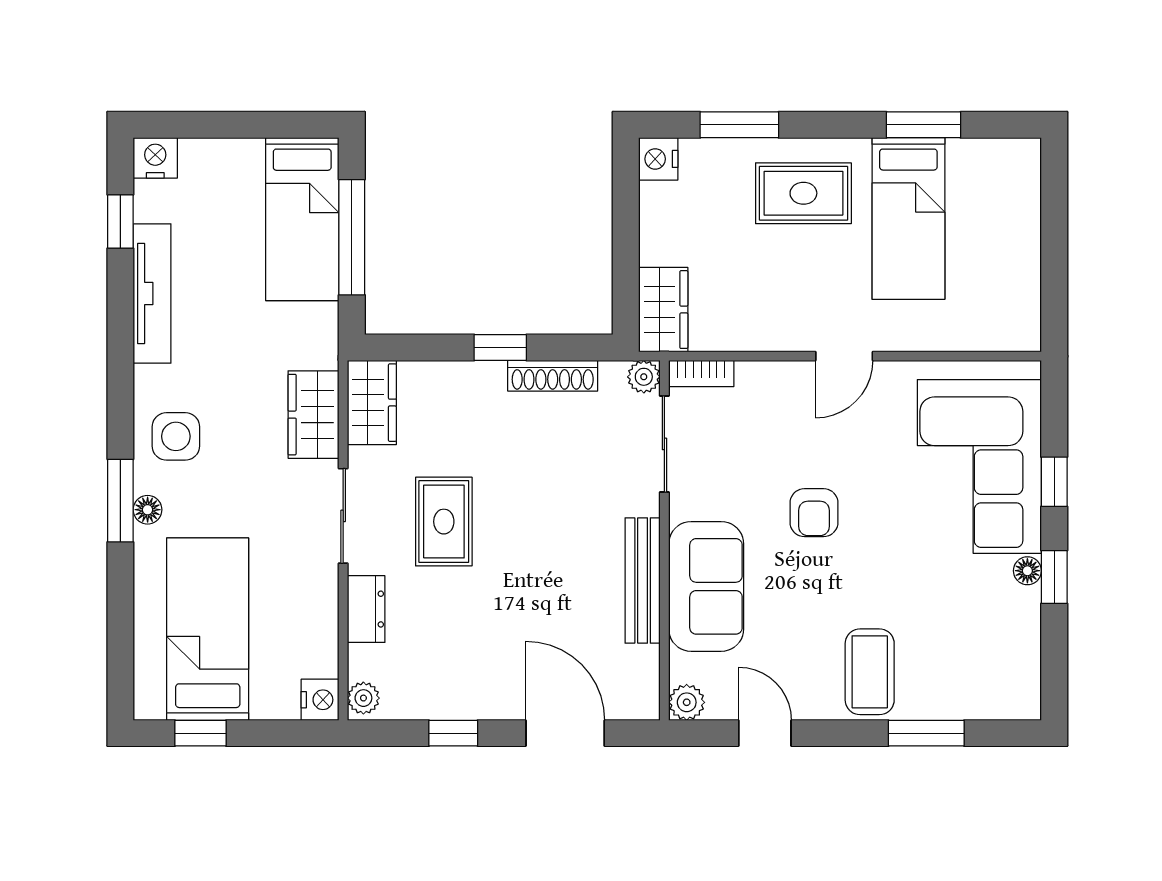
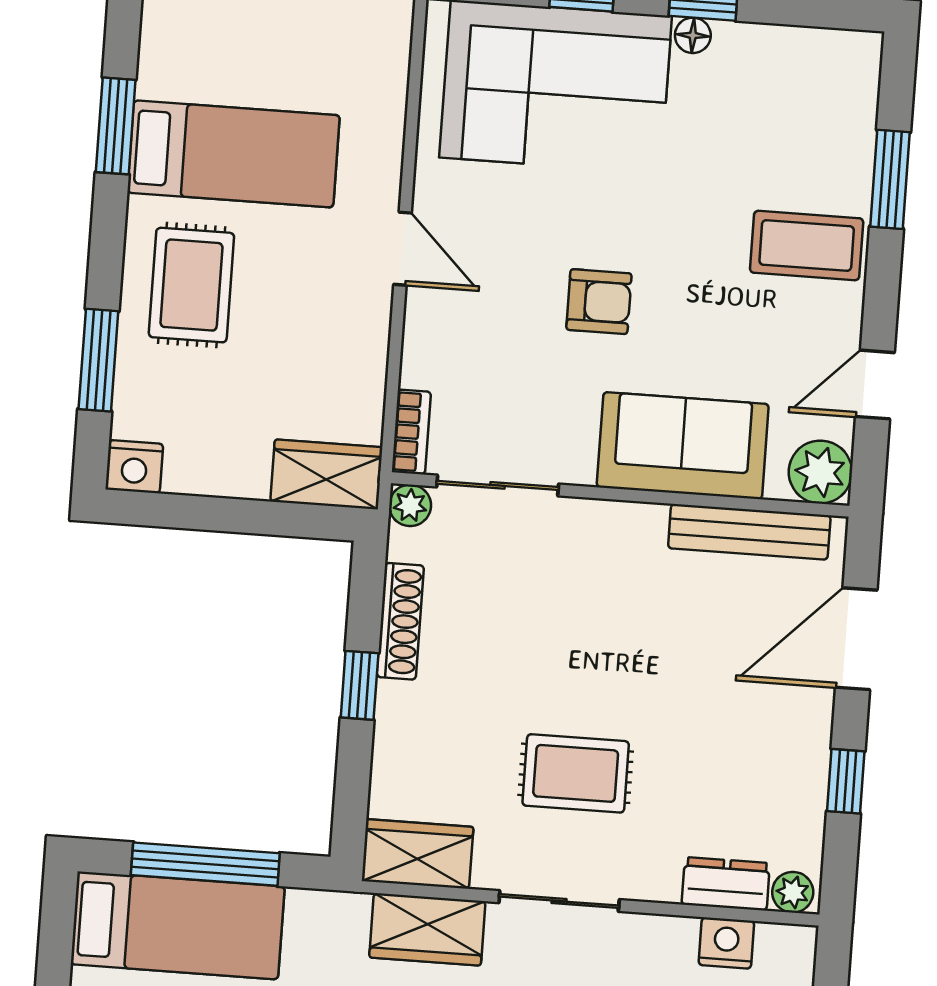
bench: (643, 581) -> (749, 532), moved
dresser: (366, 609) -> (726, 884), moved
nightstand: (320, 700) -> (726, 943), moved
plant: (687, 702) -> (820, 472), width x1.38, depth x1.38

